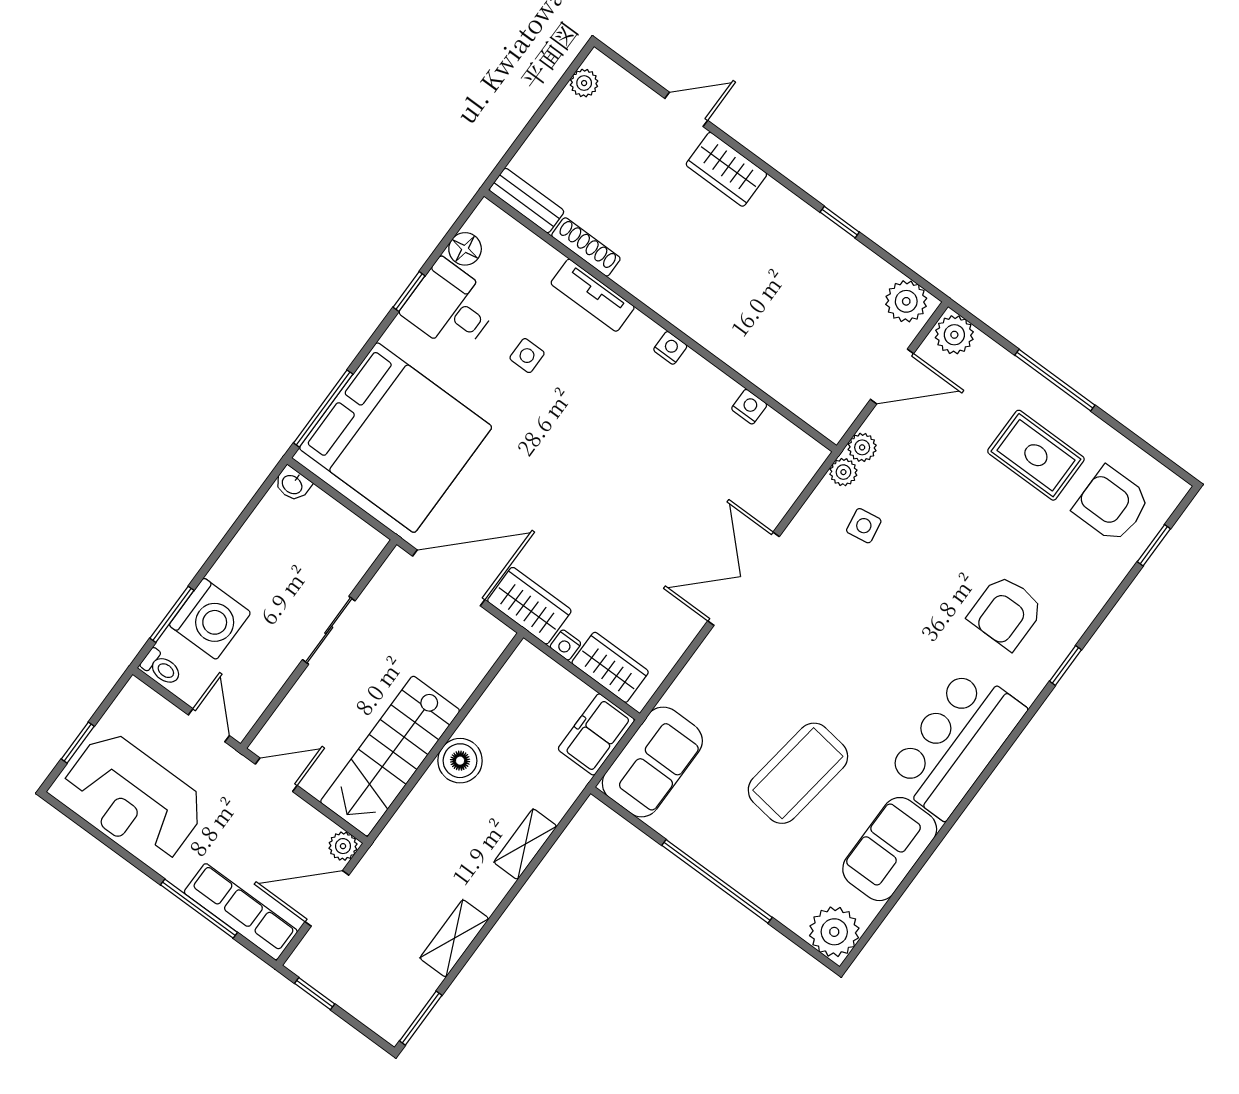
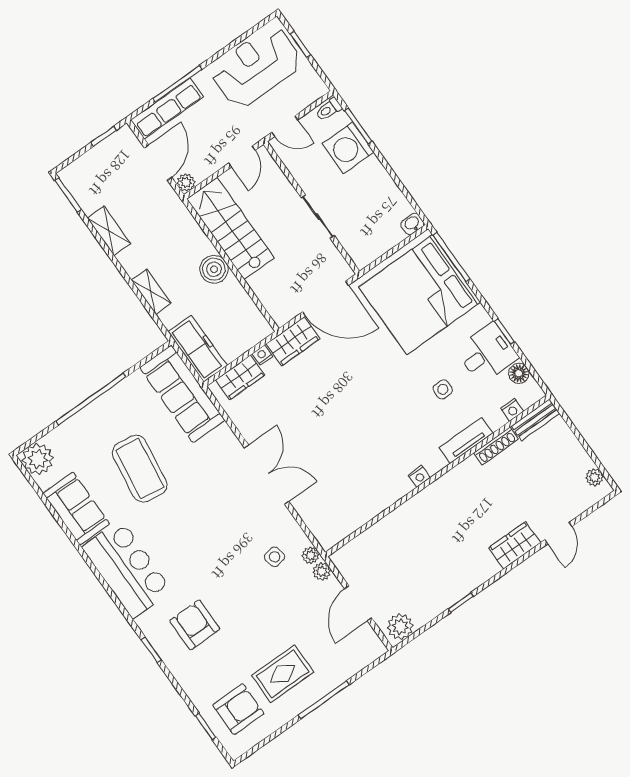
plant: (954, 335) -> (371, 649), removed
nightstand: (749, 407) -> (512, 410), moved
door: (449, 578) -> (325, 299), hinge flipped
freezer: (596, 734) -> (198, 349), width x1.40
sofa: (652, 762) -> (182, 394), width x1.36

